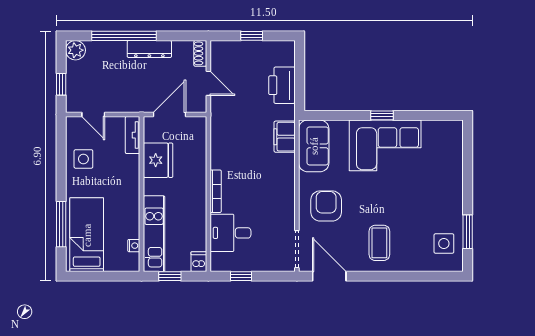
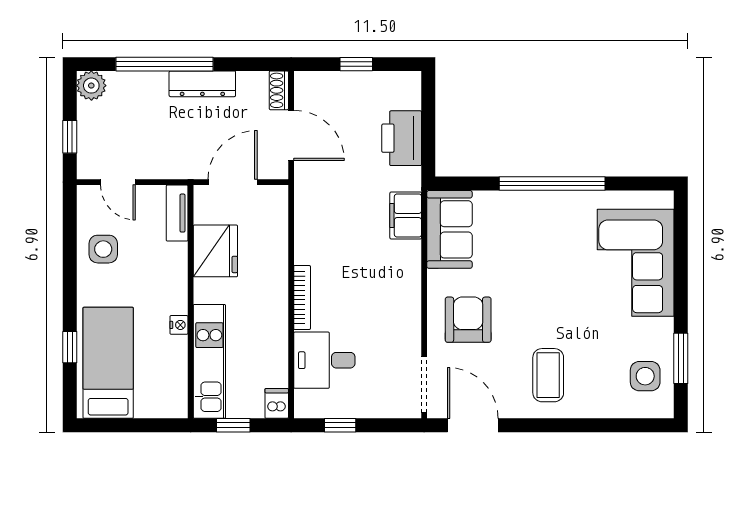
door: (208, 83) -> (291, 135), width x1.38
window: (382, 115) -> (552, 184), width x3.17
corner sofa: (385, 145) -> (636, 263), moved, turned 90
window: (61, 224) -> (70, 347), width x0.46
nightstand: (134, 246) -> (179, 325), moved

